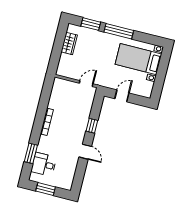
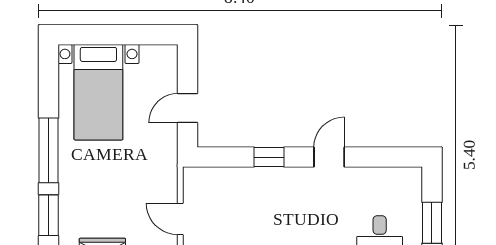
door: (86, 84) -> (180, 219), moved
door: (122, 96) -> (187, 108), hinge flipped

